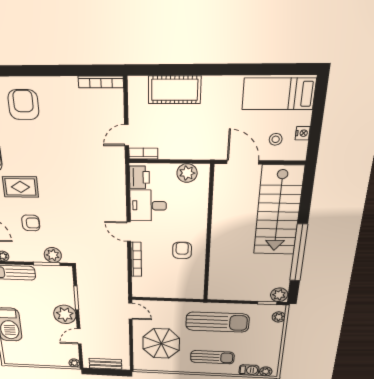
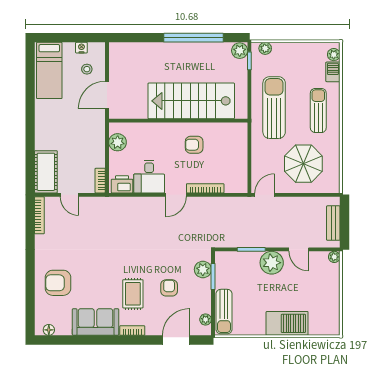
cot: (175, 90) -> (46, 172), moved
door: (127, 135) -> (69, 195), moved
stairs: (278, 211) -> (191, 101), moved, turned 180

